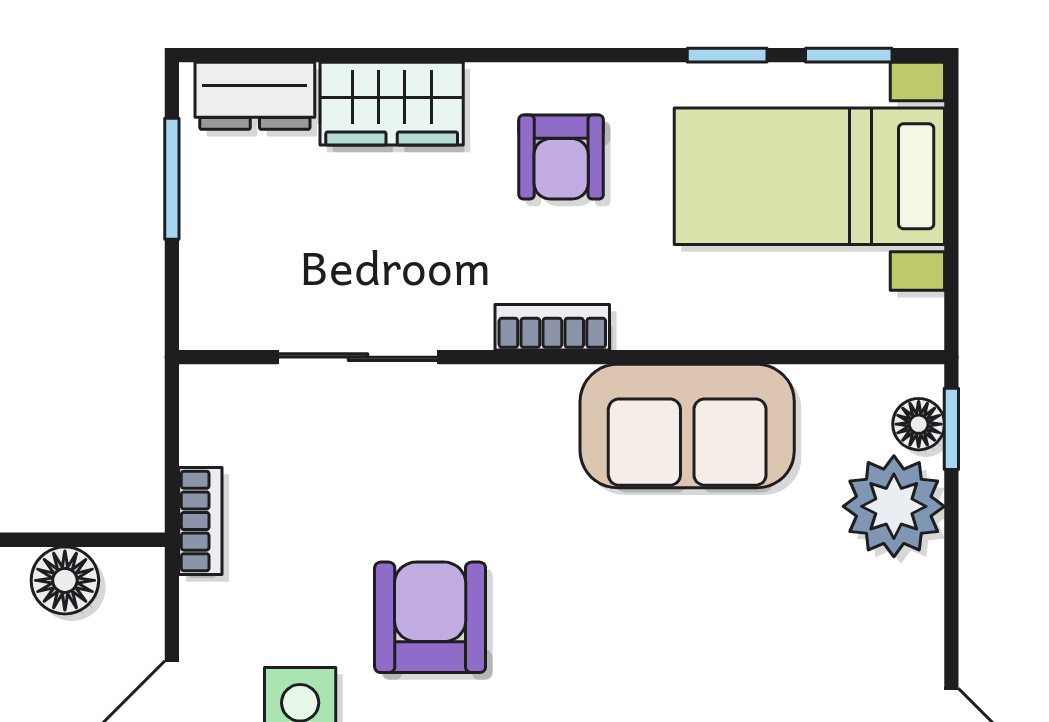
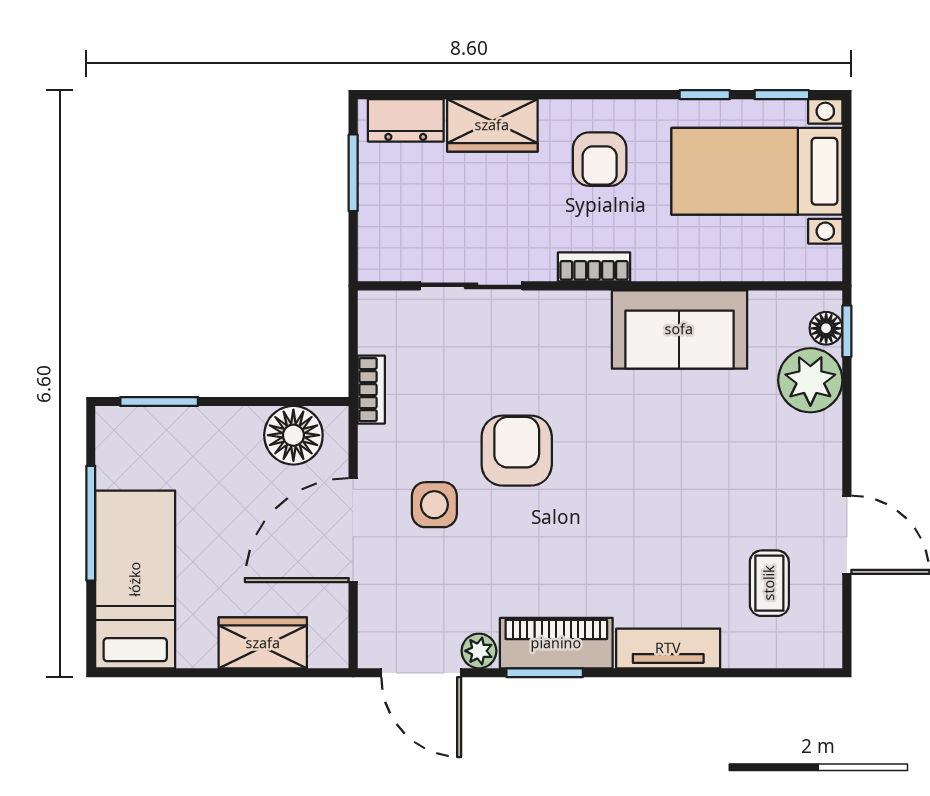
floor lamp: (65, 580) -> (293, 435), width x1.38, depth x1.38

